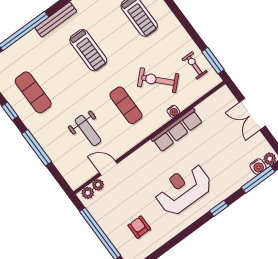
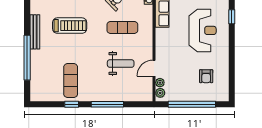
exercise mat: (33, 92) -> (71, 81), turned 90
reception desk: (183, 189) -> (203, 30), turned 180
armchair: (139, 227) -> (206, 76), turned -90

